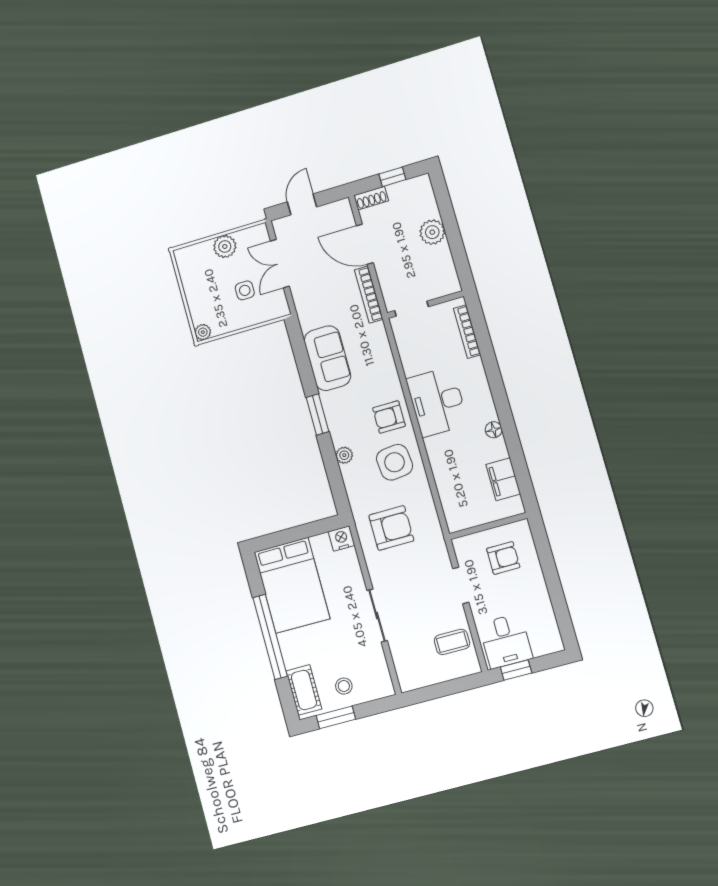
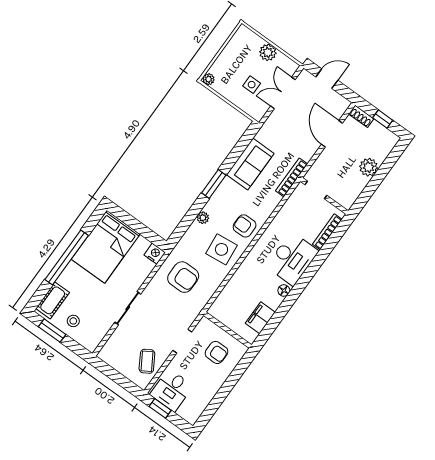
bookcase: (369, 295) -> (292, 177), moved
desk: (437, 402) -> (292, 259), moved, turned 180
coffee table: (452, 642) -> (147, 361), turned 59

